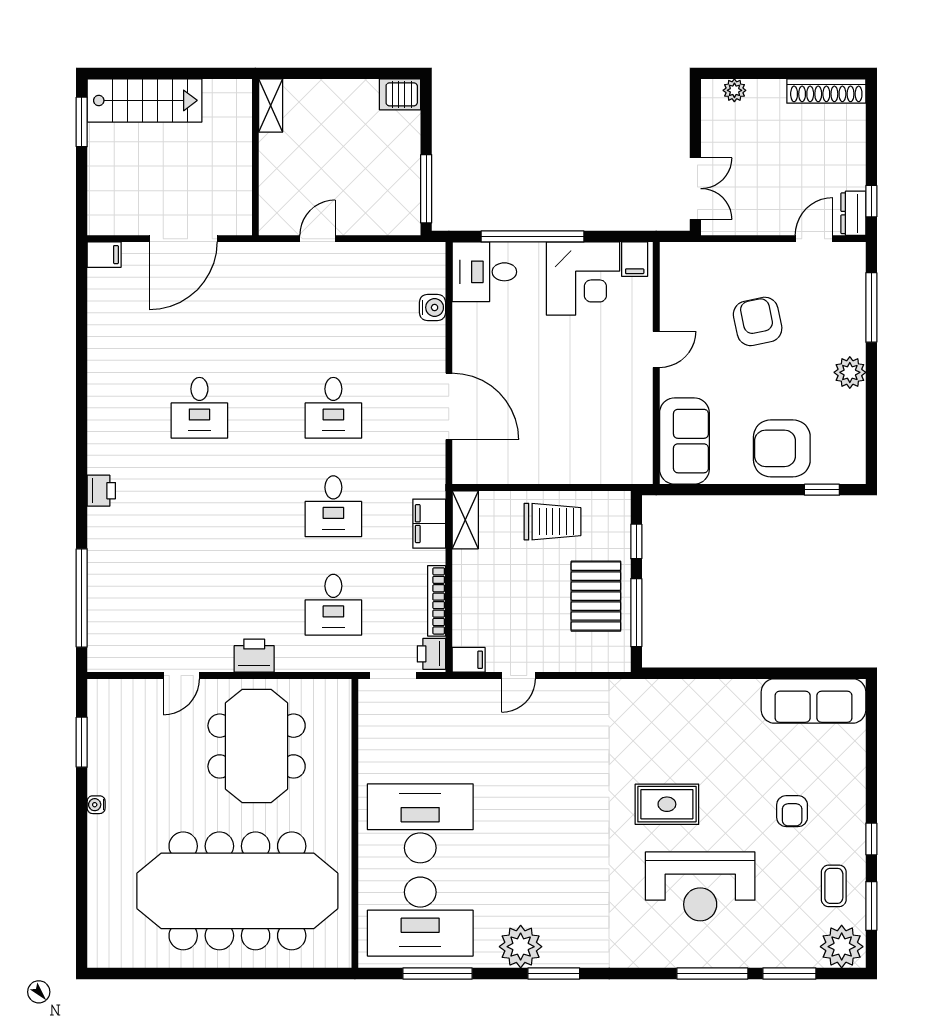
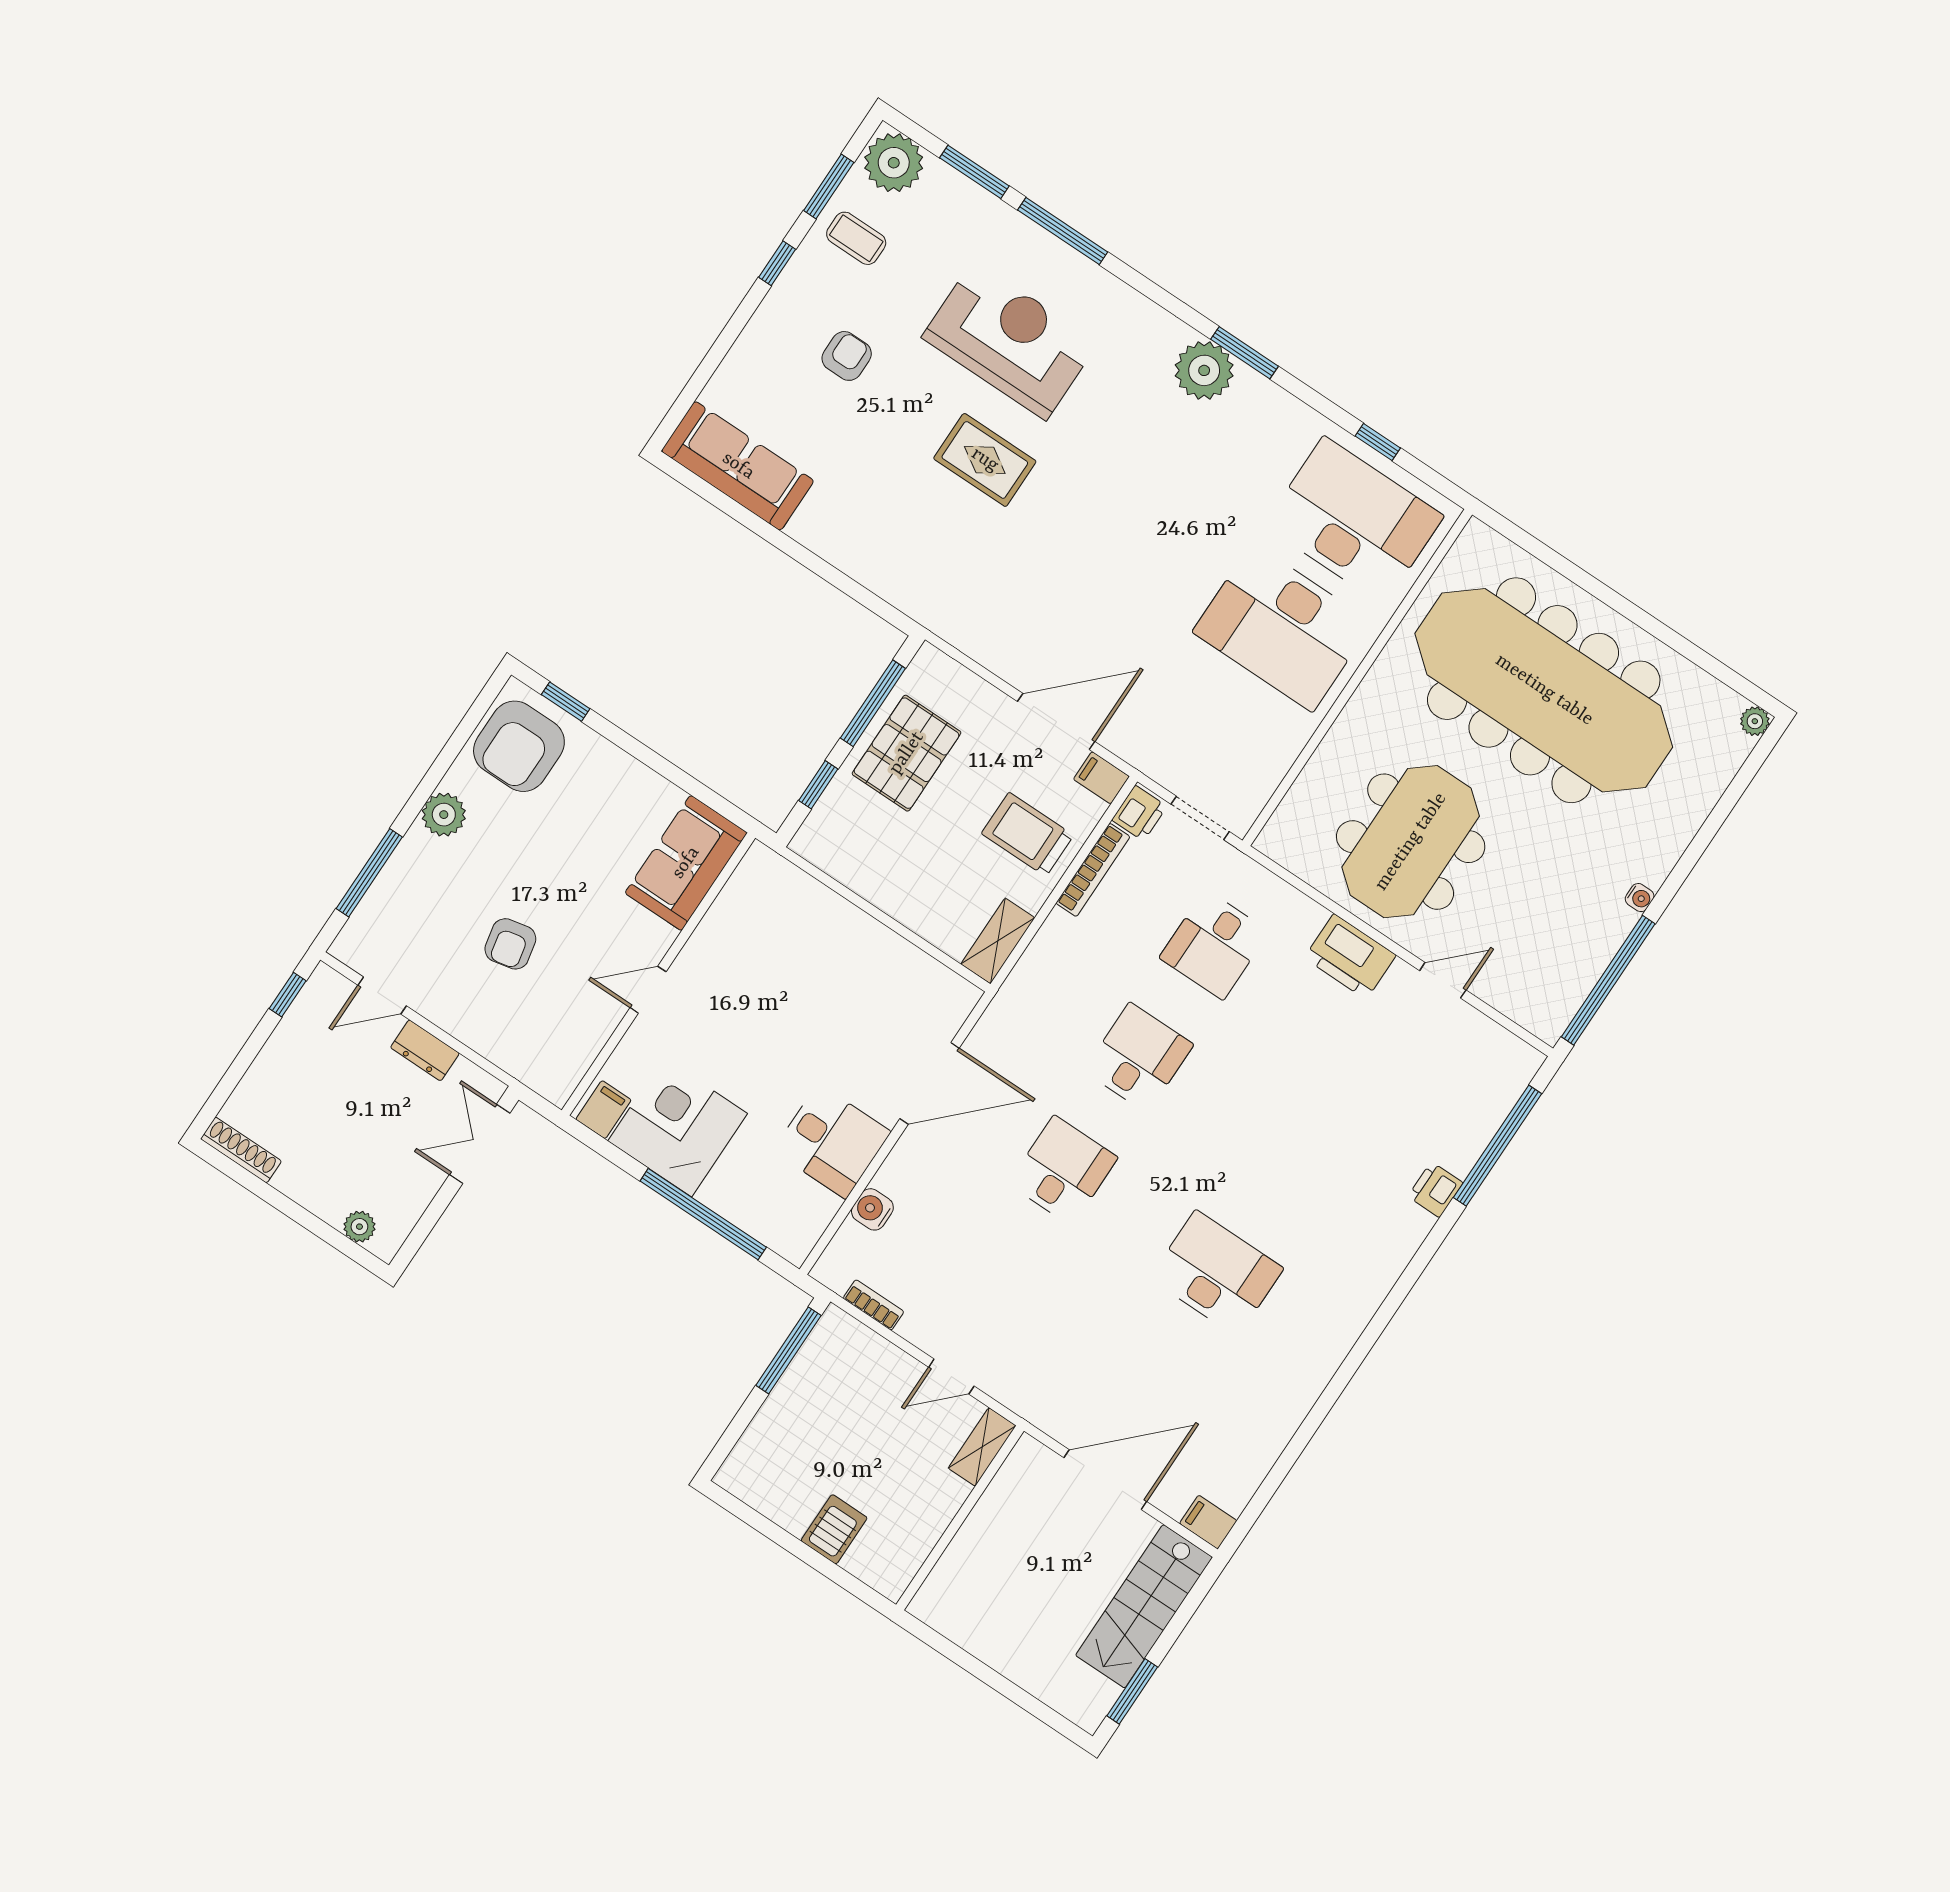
shoe rack: (826, 91) -> (241, 1150), width x0.74, depth x0.81
server rack: (400, 94) -> (834, 1529), moved, turned -90
stairs: (145, 100) -> (1144, 1606), moved, turned -90
shelving: (271, 105) -> (982, 1447), moved
dresser: (853, 213) -> (425, 1050), moved, turned 90
bookcase: (393, 250) -> (874, 1305), added
desk: (484, 272) -> (832, 1141), moved
armchair: (758, 321) -> (510, 944), width x0.72, depth x0.72
door: (449, 406) -> (930, 1083), swing flipped
desk: (199, 408) -> (1217, 1273), width x1.37
armchair: (782, 448) -> (519, 746), moved, turned 90
printer: (101, 491) -> (1435, 1190), moved
trolley: (553, 522) -> (1027, 834), moved
filing cabinet: (429, 524) -> (1042, 964), removed
desk: (333, 605) -> (1214, 945), turned 180
printer: (254, 656) -> (1350, 957), width x1.37, depth x1.19
door: (519, 675) -> (1056, 722), width x1.88
window: (82, 742) -> (1608, 980), width x2.11
coffee table: (834, 886) -> (856, 238), turned 90
plant: (521, 947) -> (1204, 370), moved
plant: (98, 957) -> (1755, 721), added
window: (438, 973) -> (1378, 442), width x0.46

